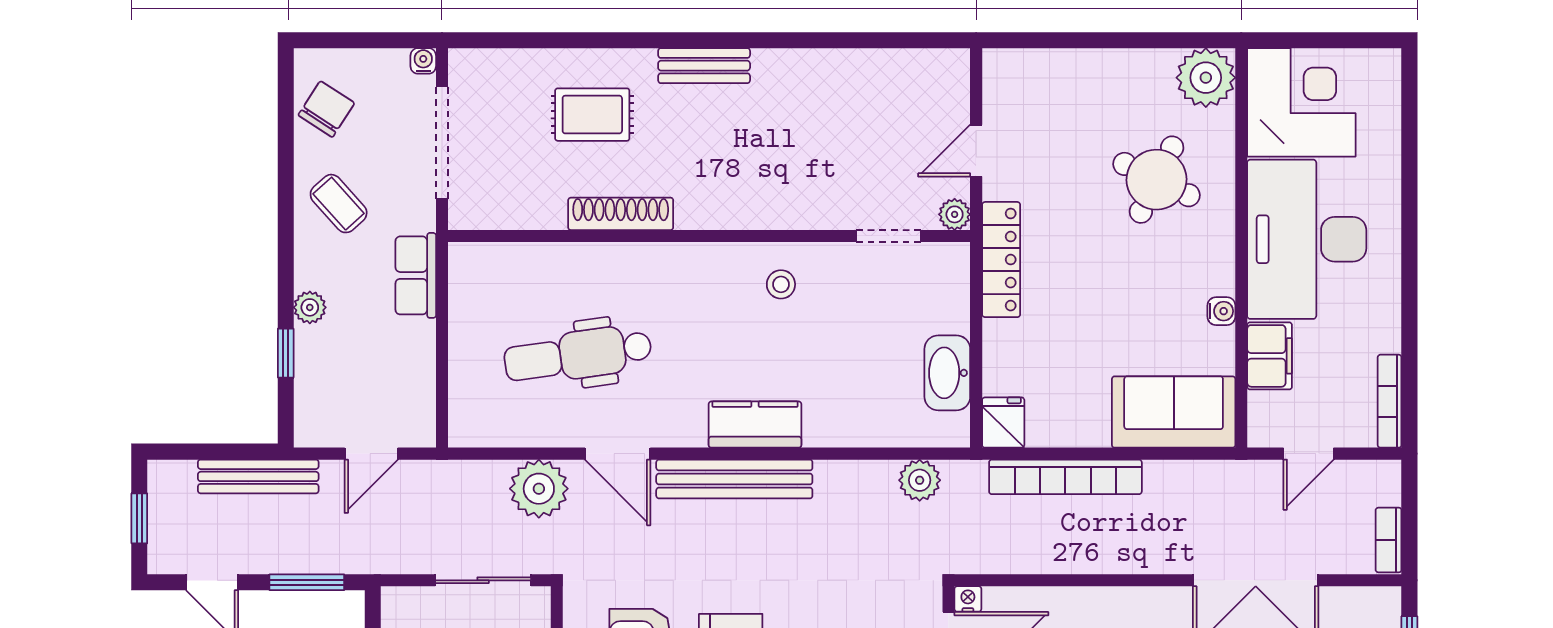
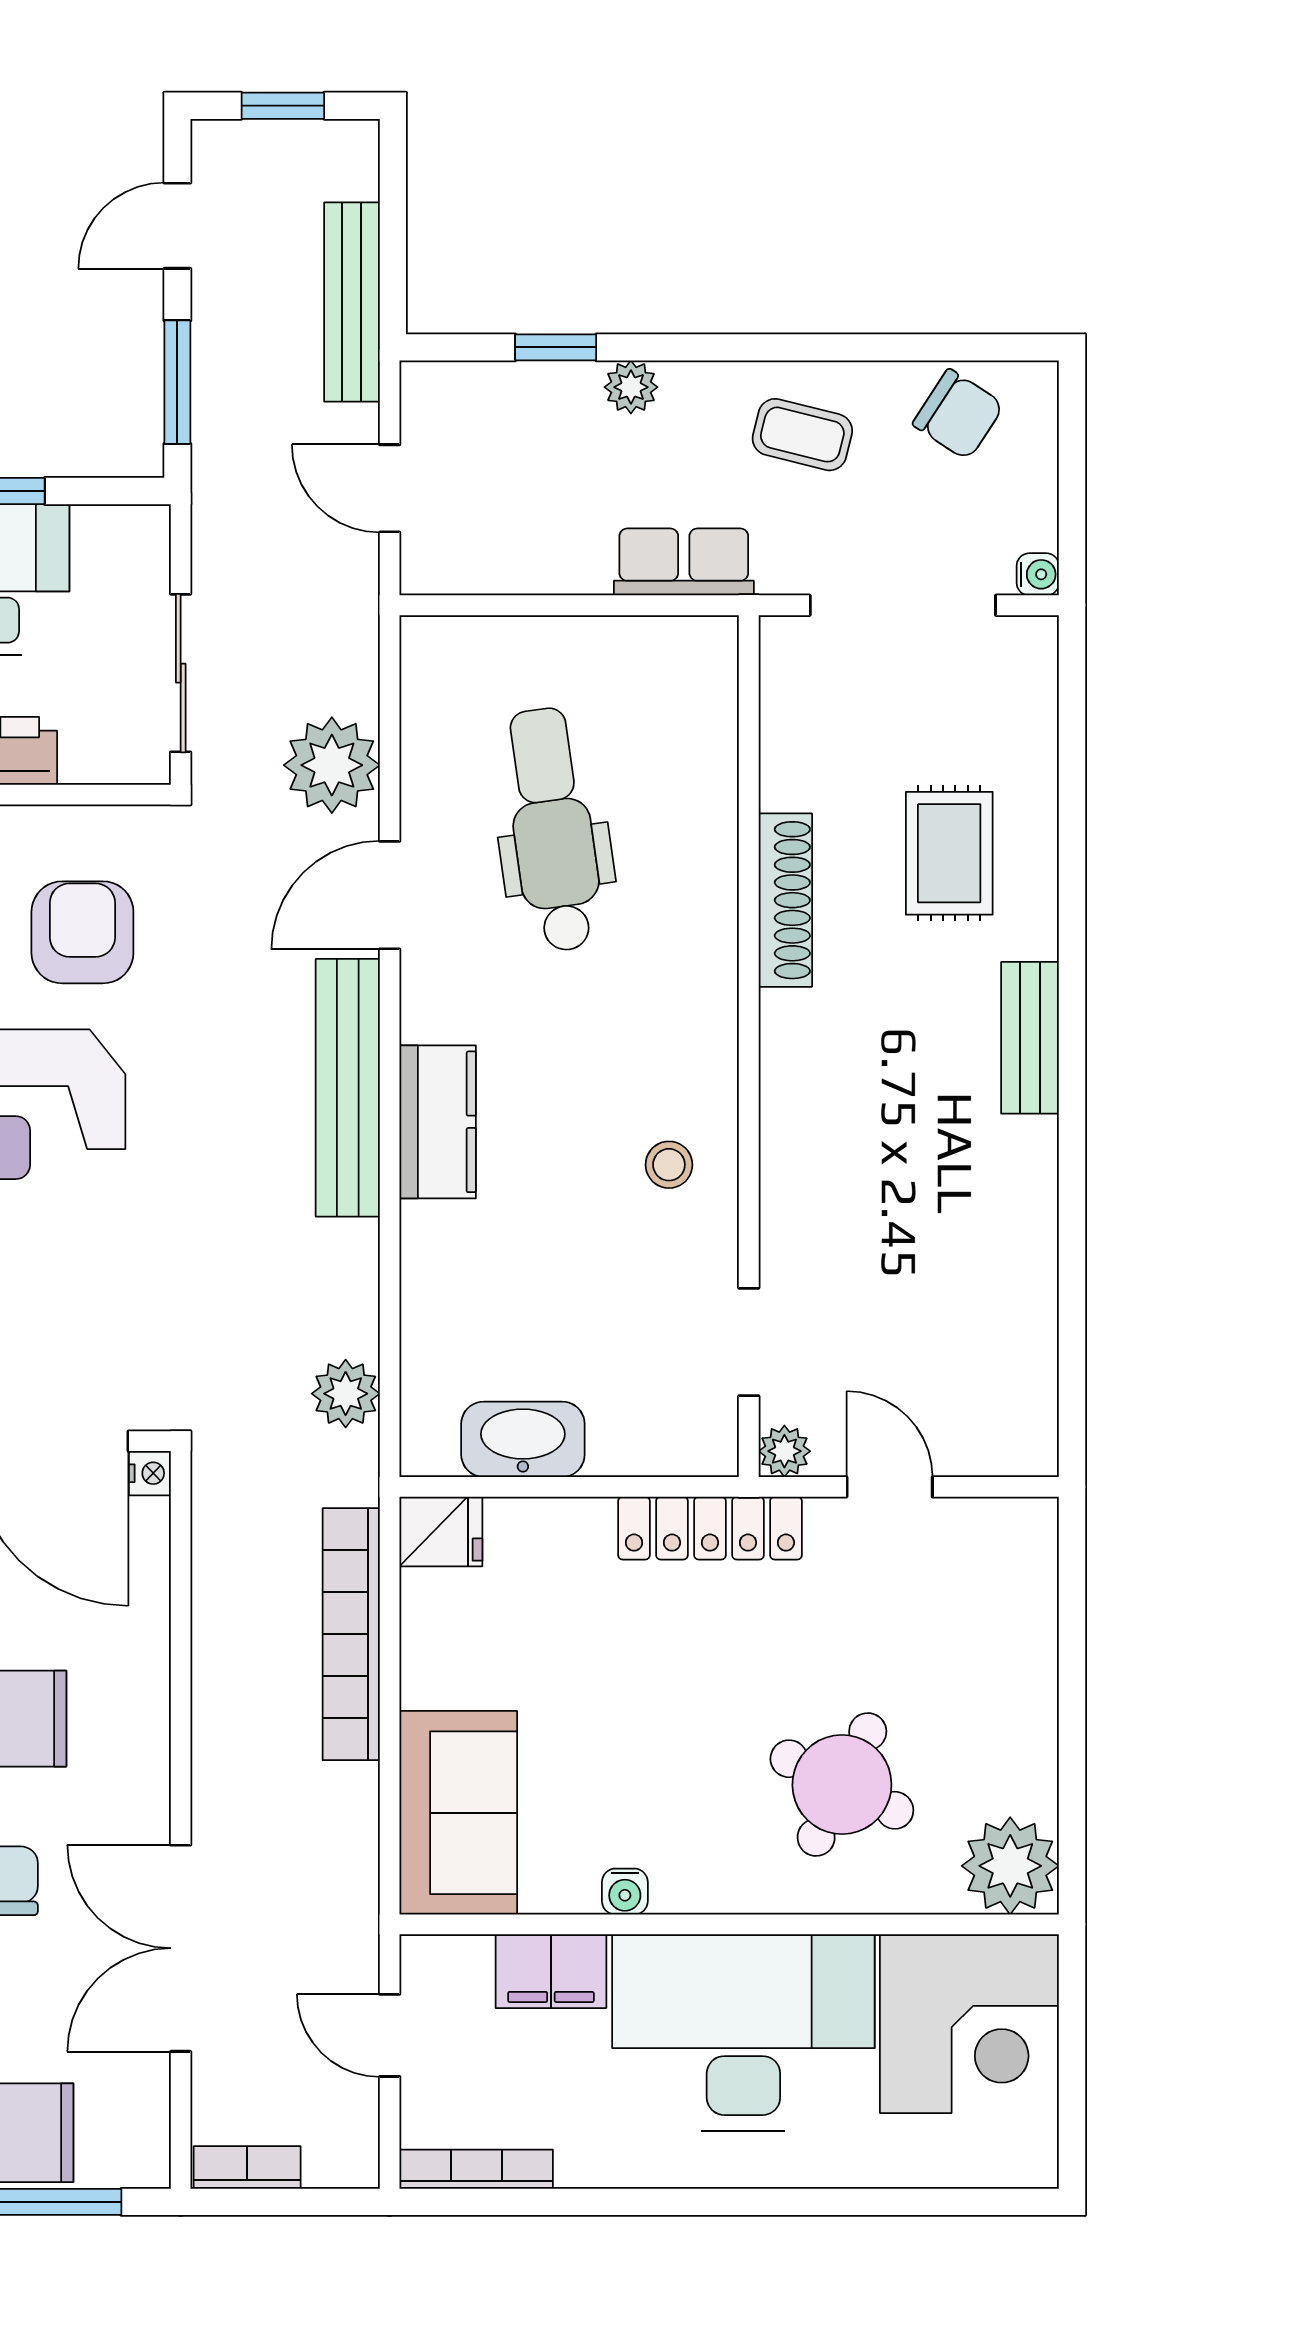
coffee table: (339, 204) -> (802, 435), turned 56

